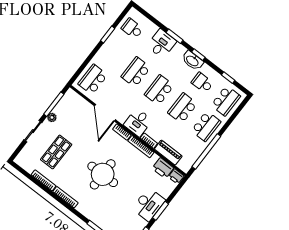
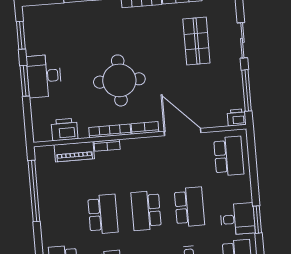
school desk: (159, 90) -> (146, 211), turned 180
plant: (52, 117) -> (235, 74), removed
desk: (138, 122) -> (238, 219), moved, turned 90
school desk: (206, 126) -> (60, 218), removed
round table: (103, 174) -> (119, 80), moved
printer: (176, 176) -> (237, 117), moved

